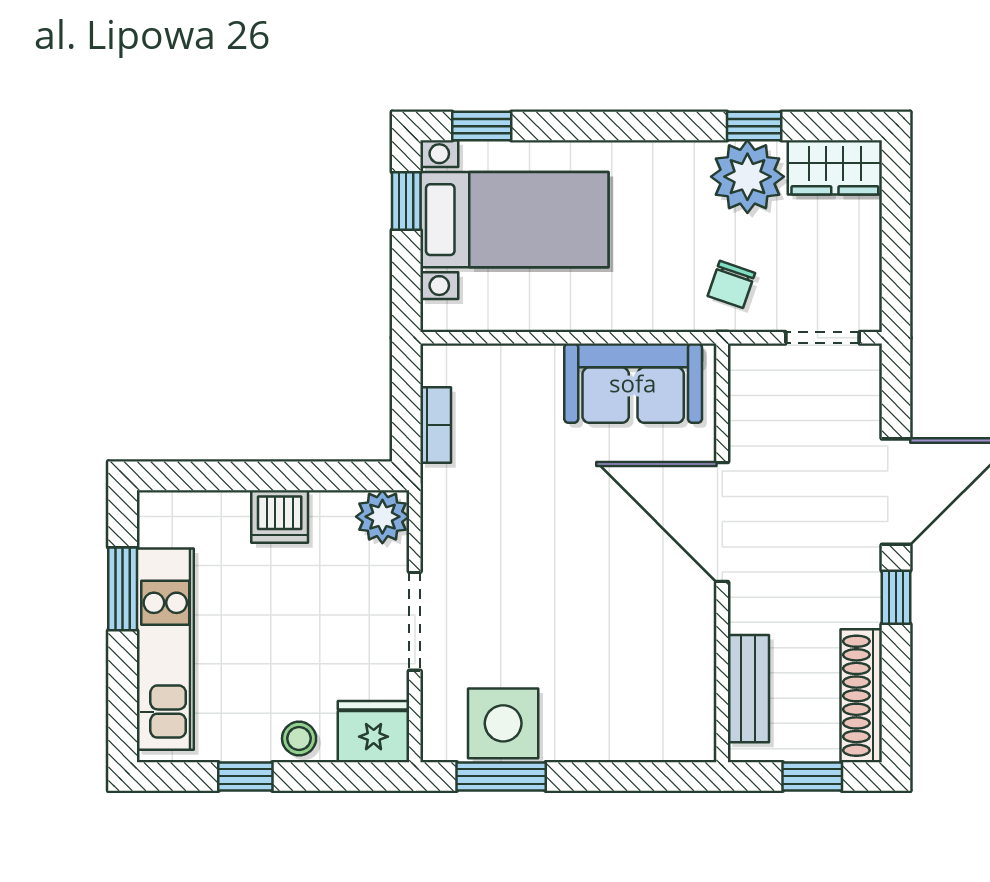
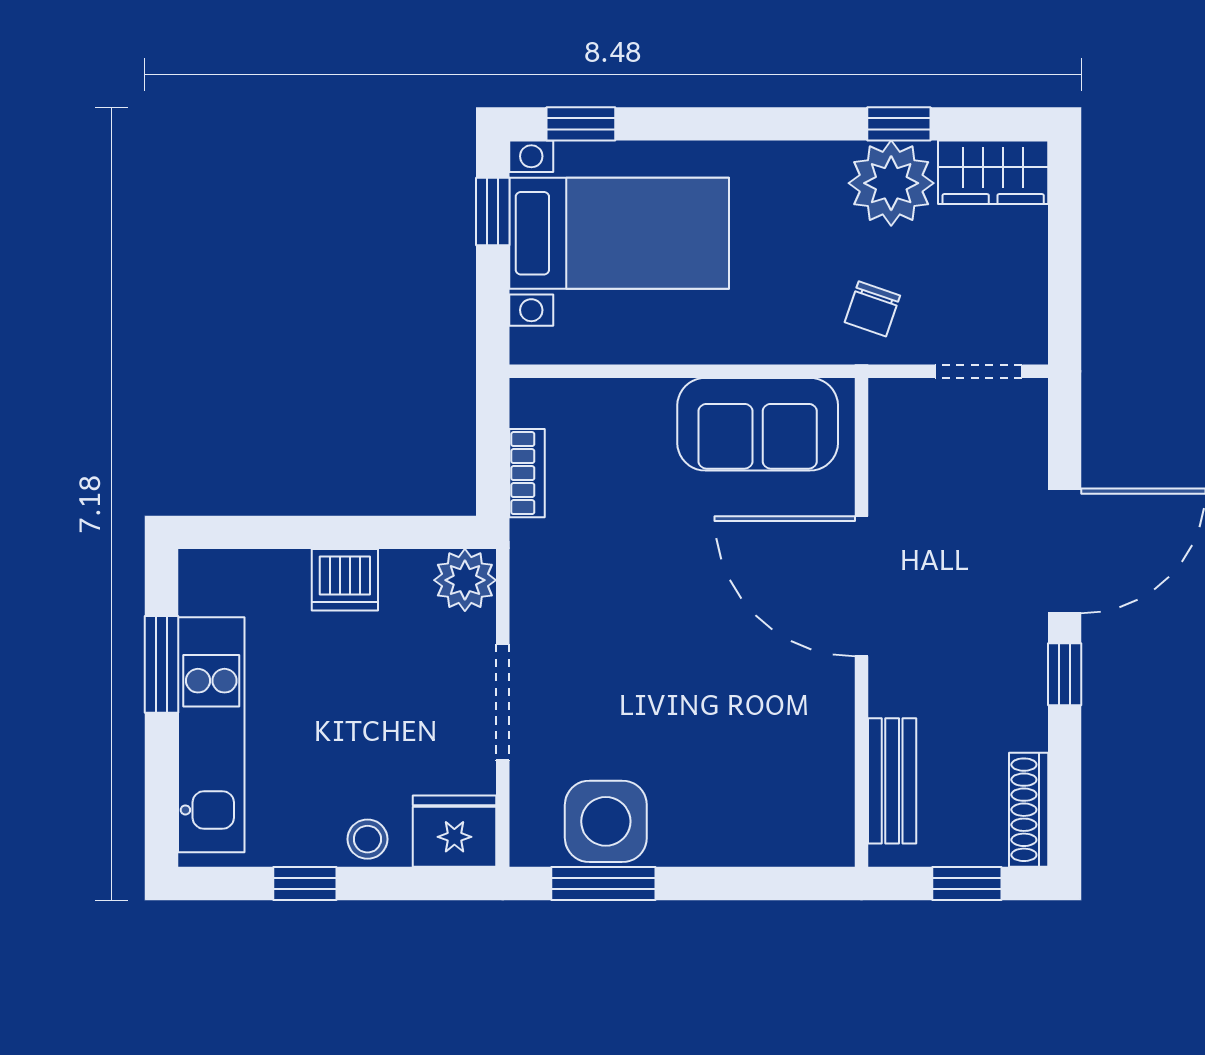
shoe rack: (861, 696) -> (1029, 810), width x0.74, depth x0.81

